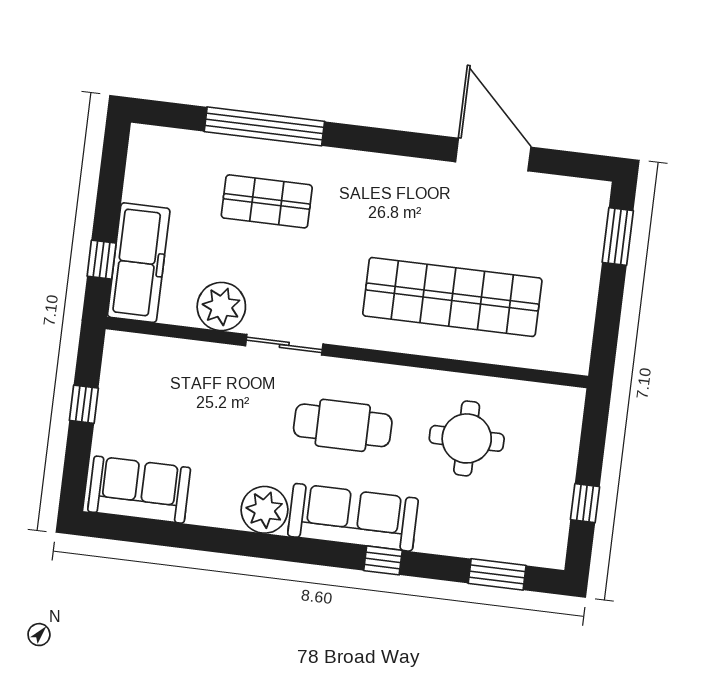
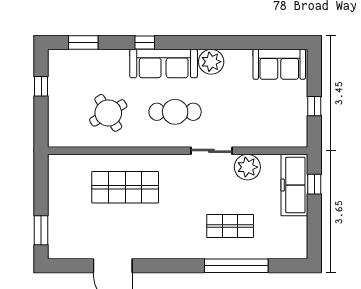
shop shelf: (452, 297) -> (125, 187), width x0.71
round table: (467, 438) -> (108, 113), turned -31

